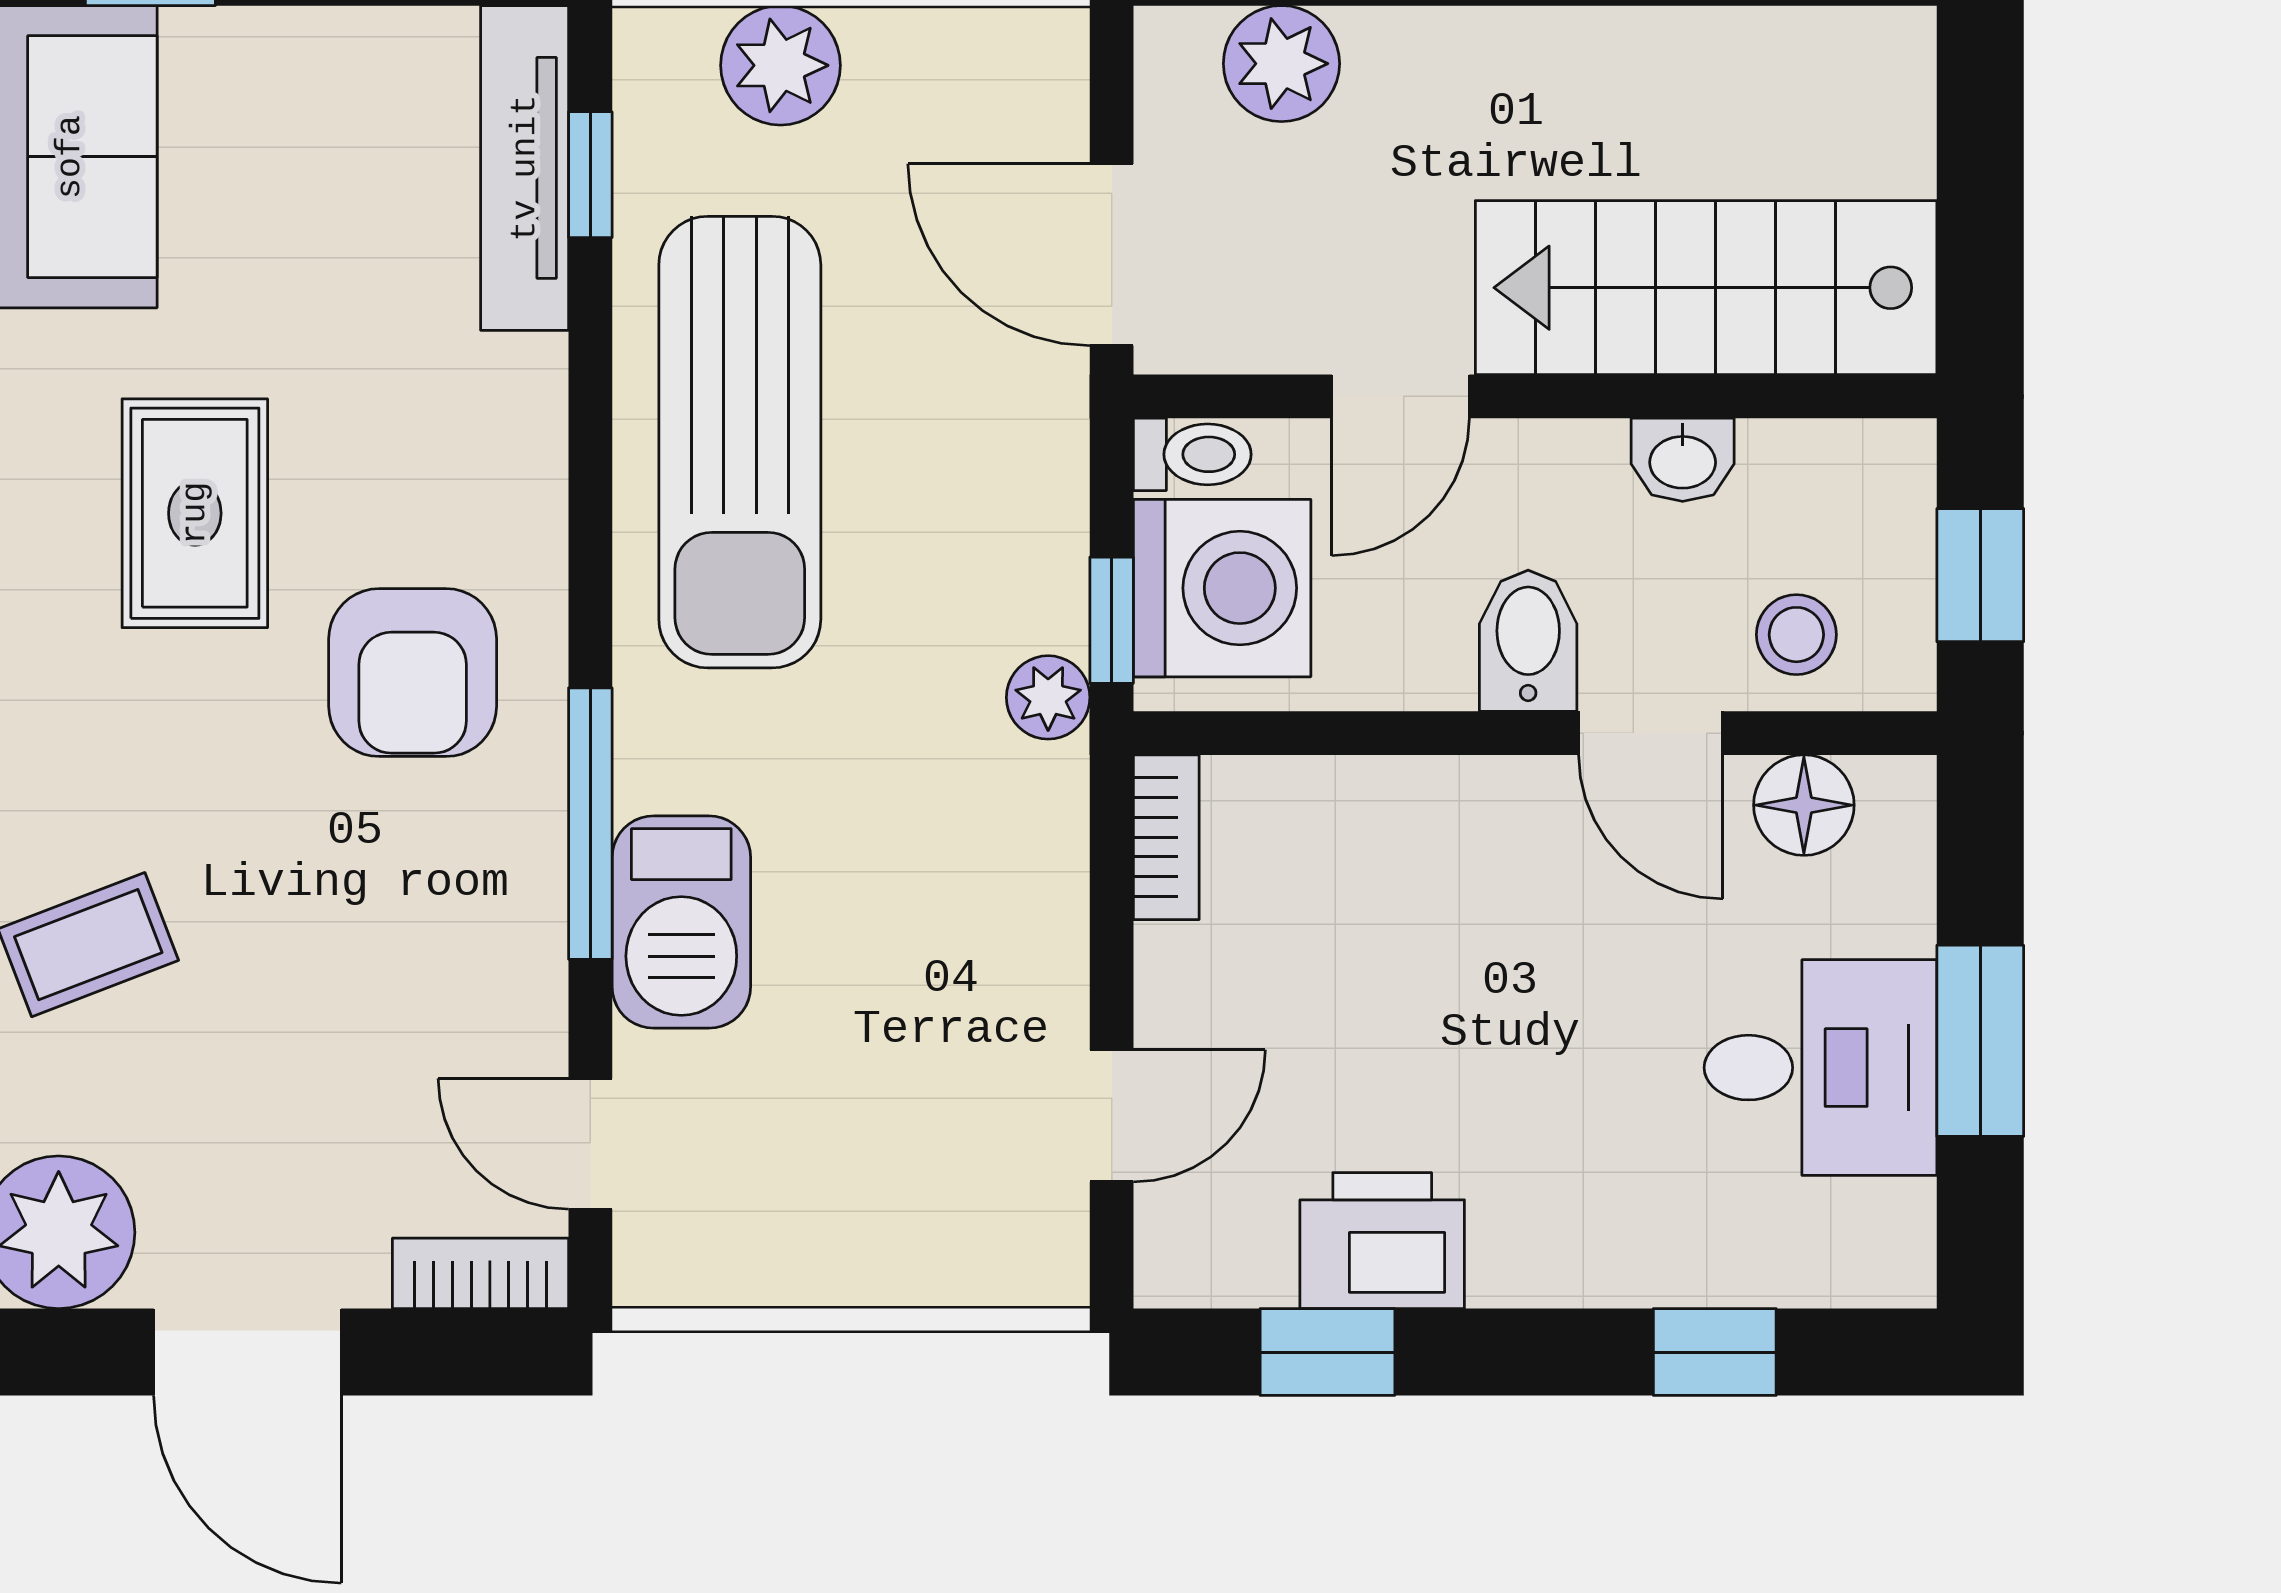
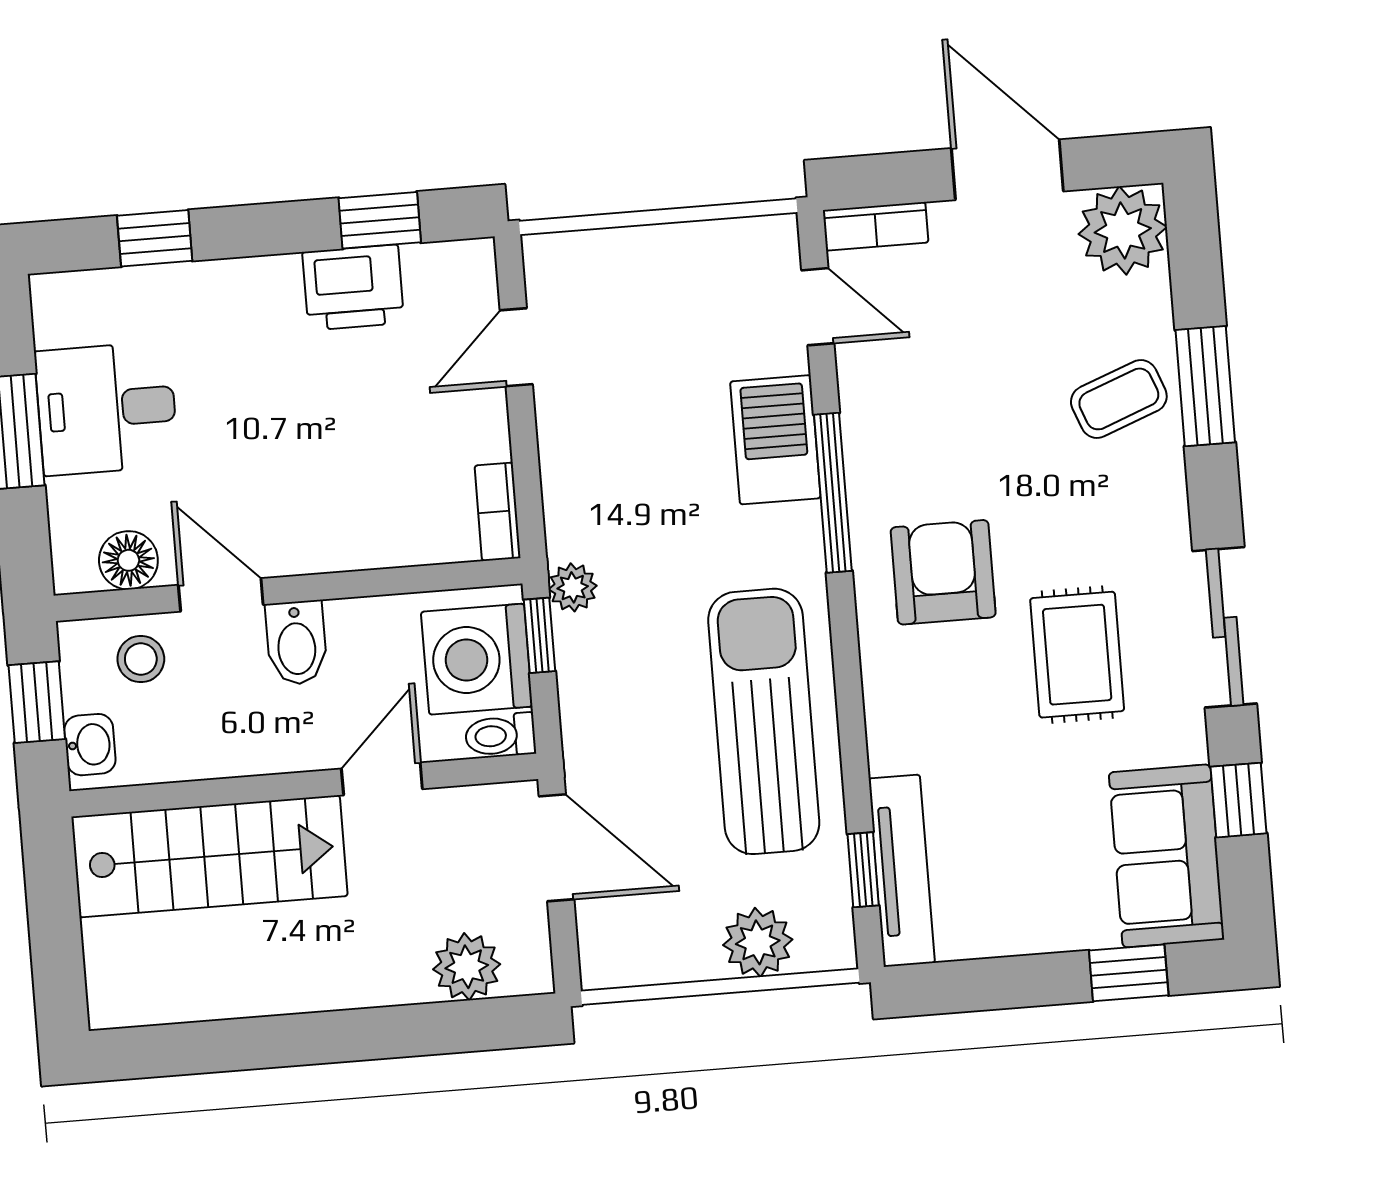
washbasin: (1683, 460) -> (90, 745), moved, turned 90

